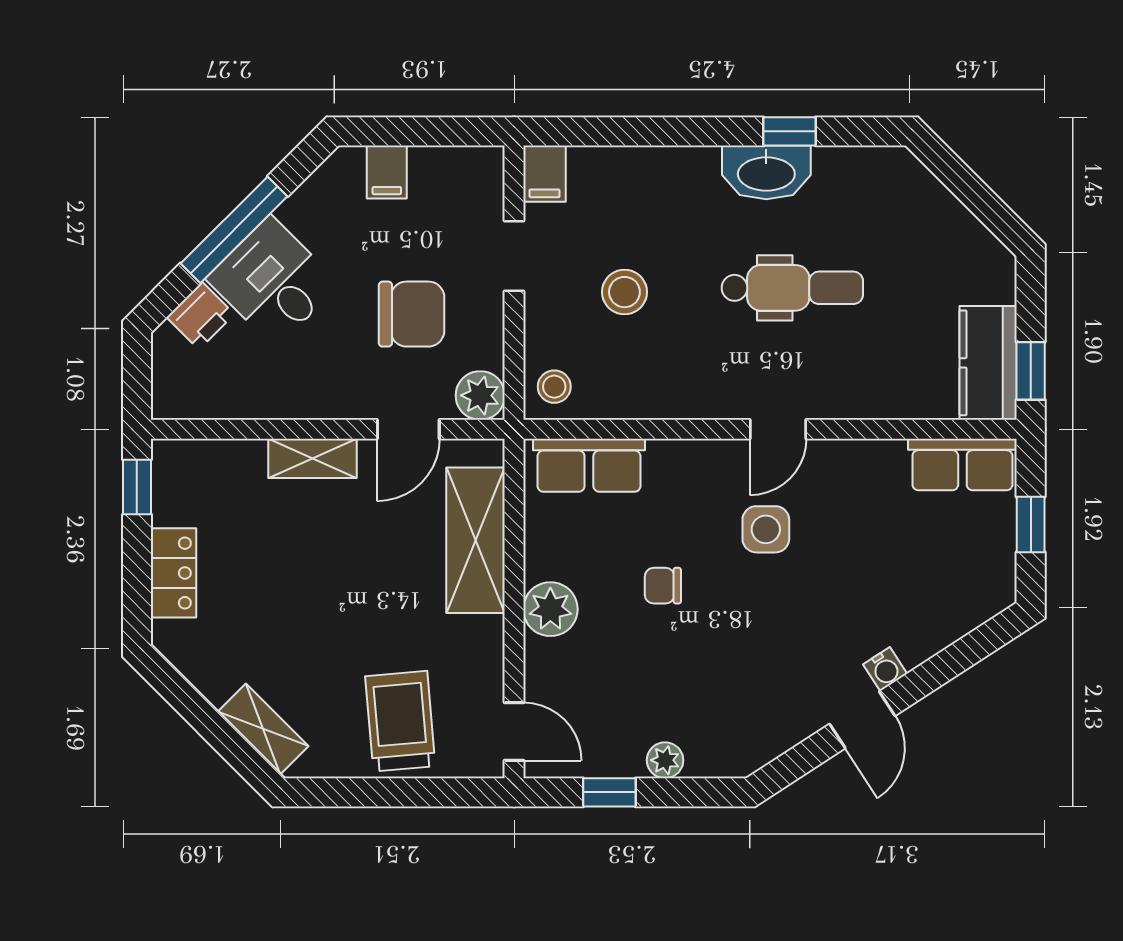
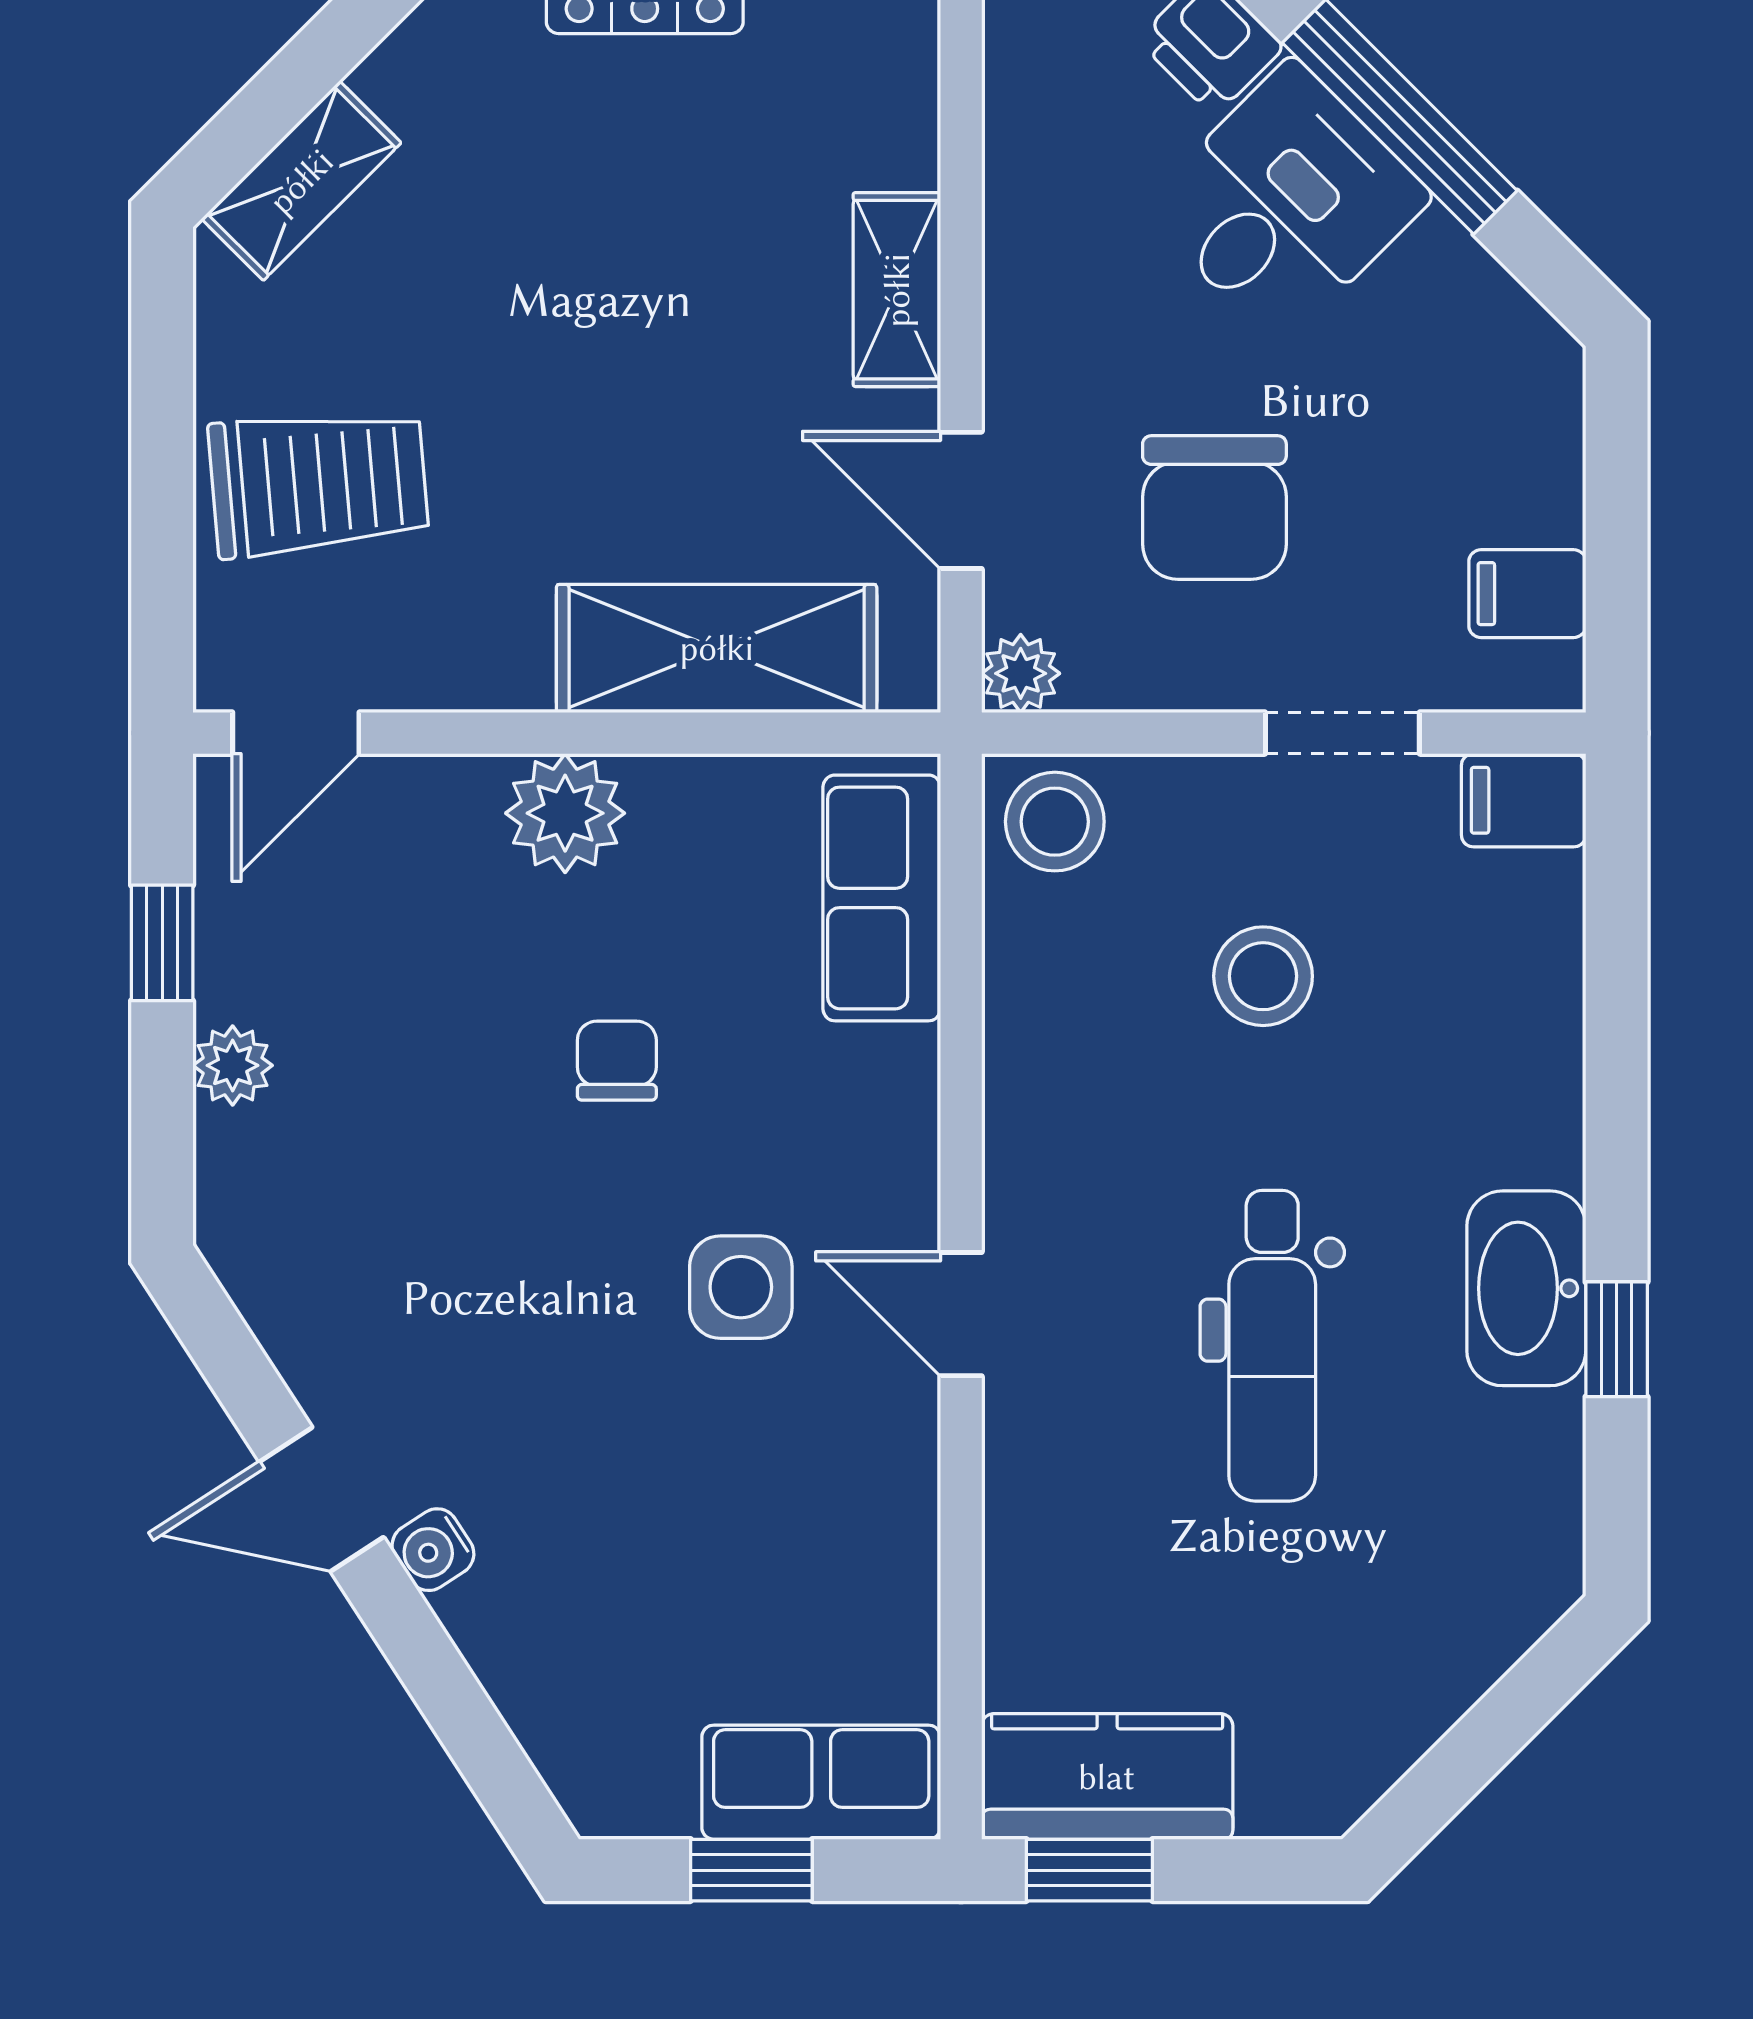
filing cabinet: (387, 172) -> (1527, 594), moved
stool: (554, 387) -> (1055, 822), width x1.37, depth x1.37
plant: (480, 395) -> (1021, 673), width x0.73, depth x0.73
row of seats: (962, 464) -> (821, 1782), moved, turned 90

